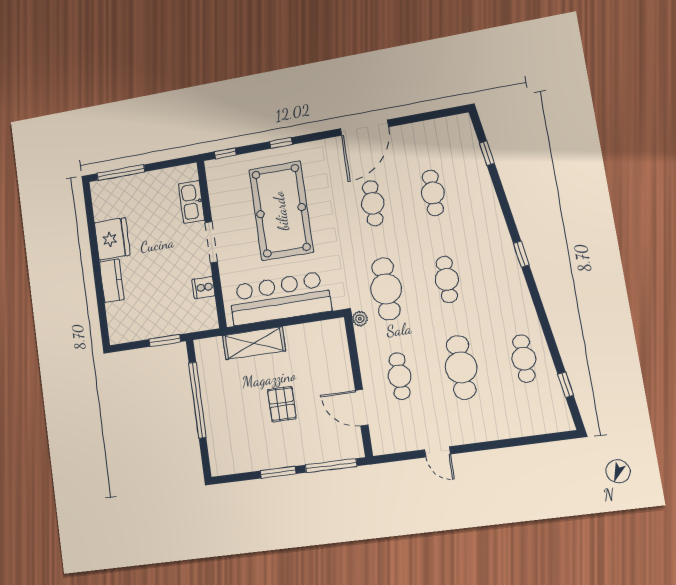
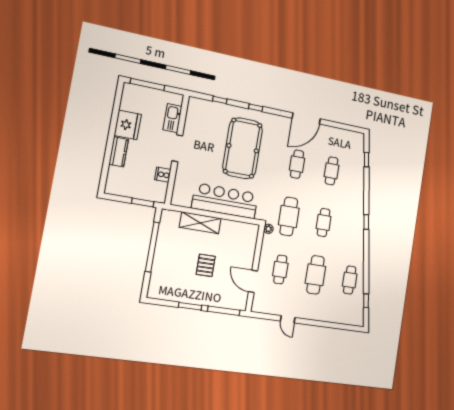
kitchen sink: (191, 202) -> (173, 118), moved
doorway: (211, 242) -> (177, 148), moved
wall: (212, 244) -> (177, 149), moved
cooker: (203, 287) -> (163, 175), moved

